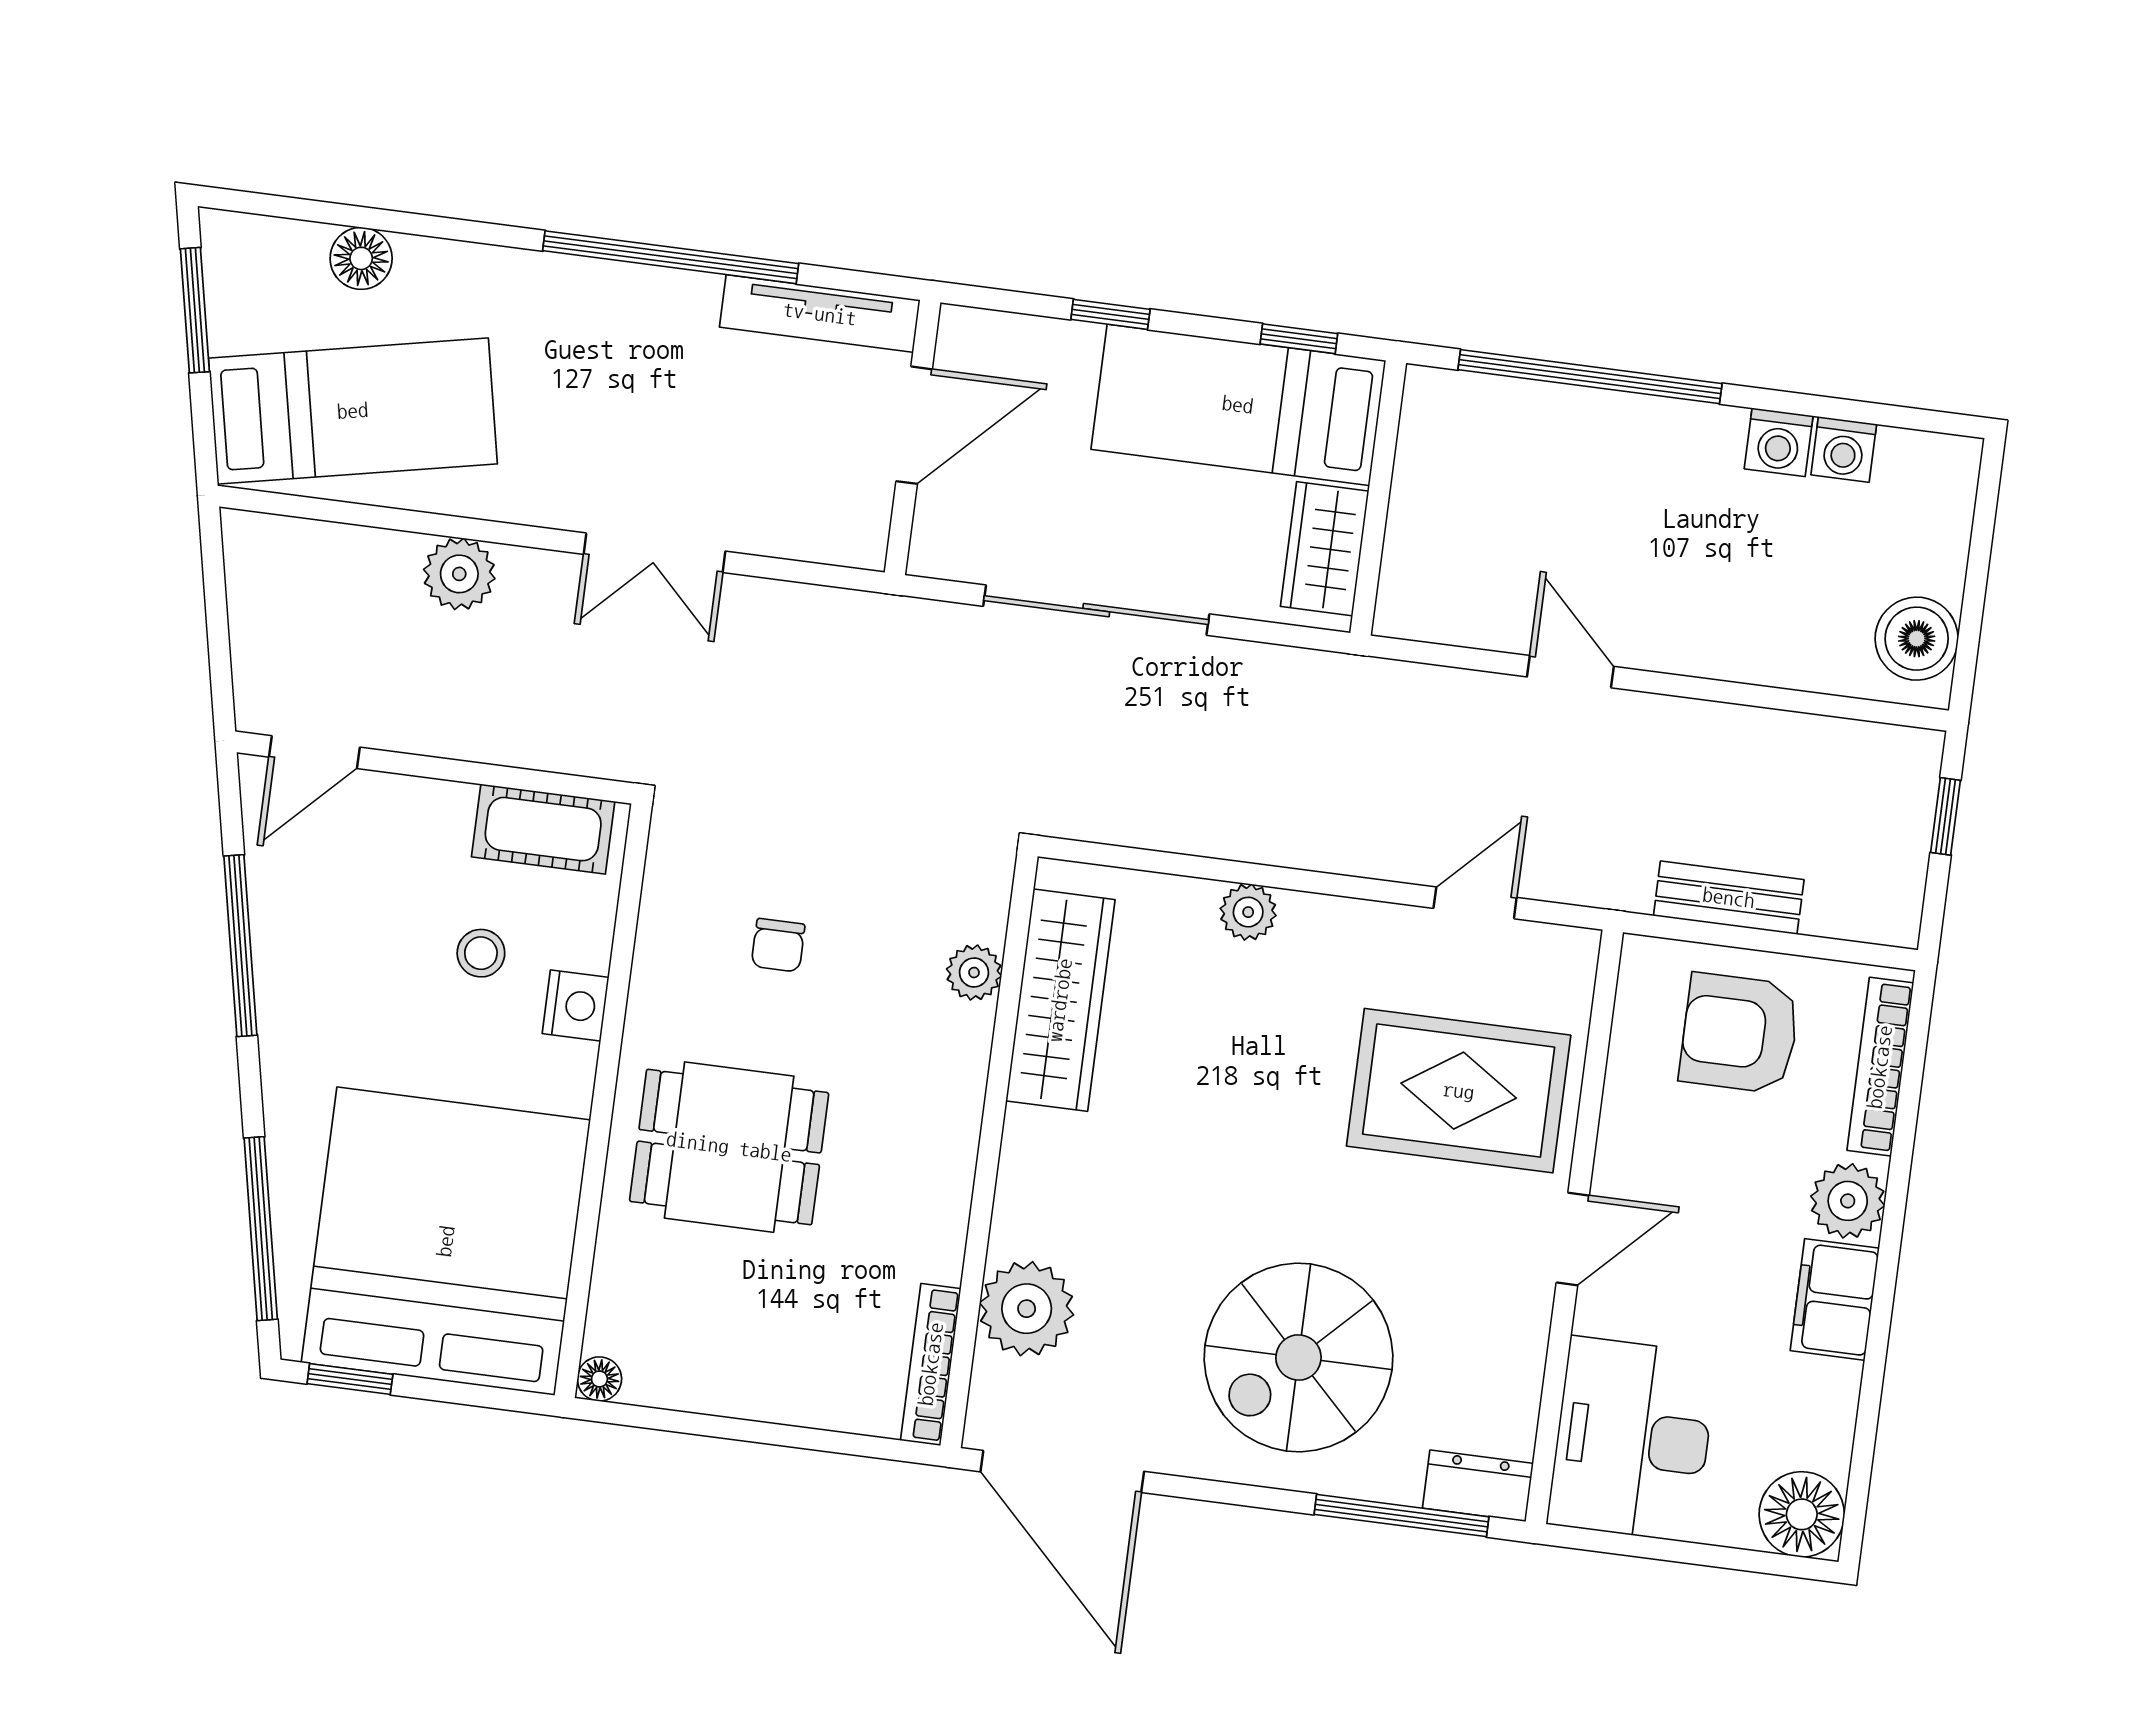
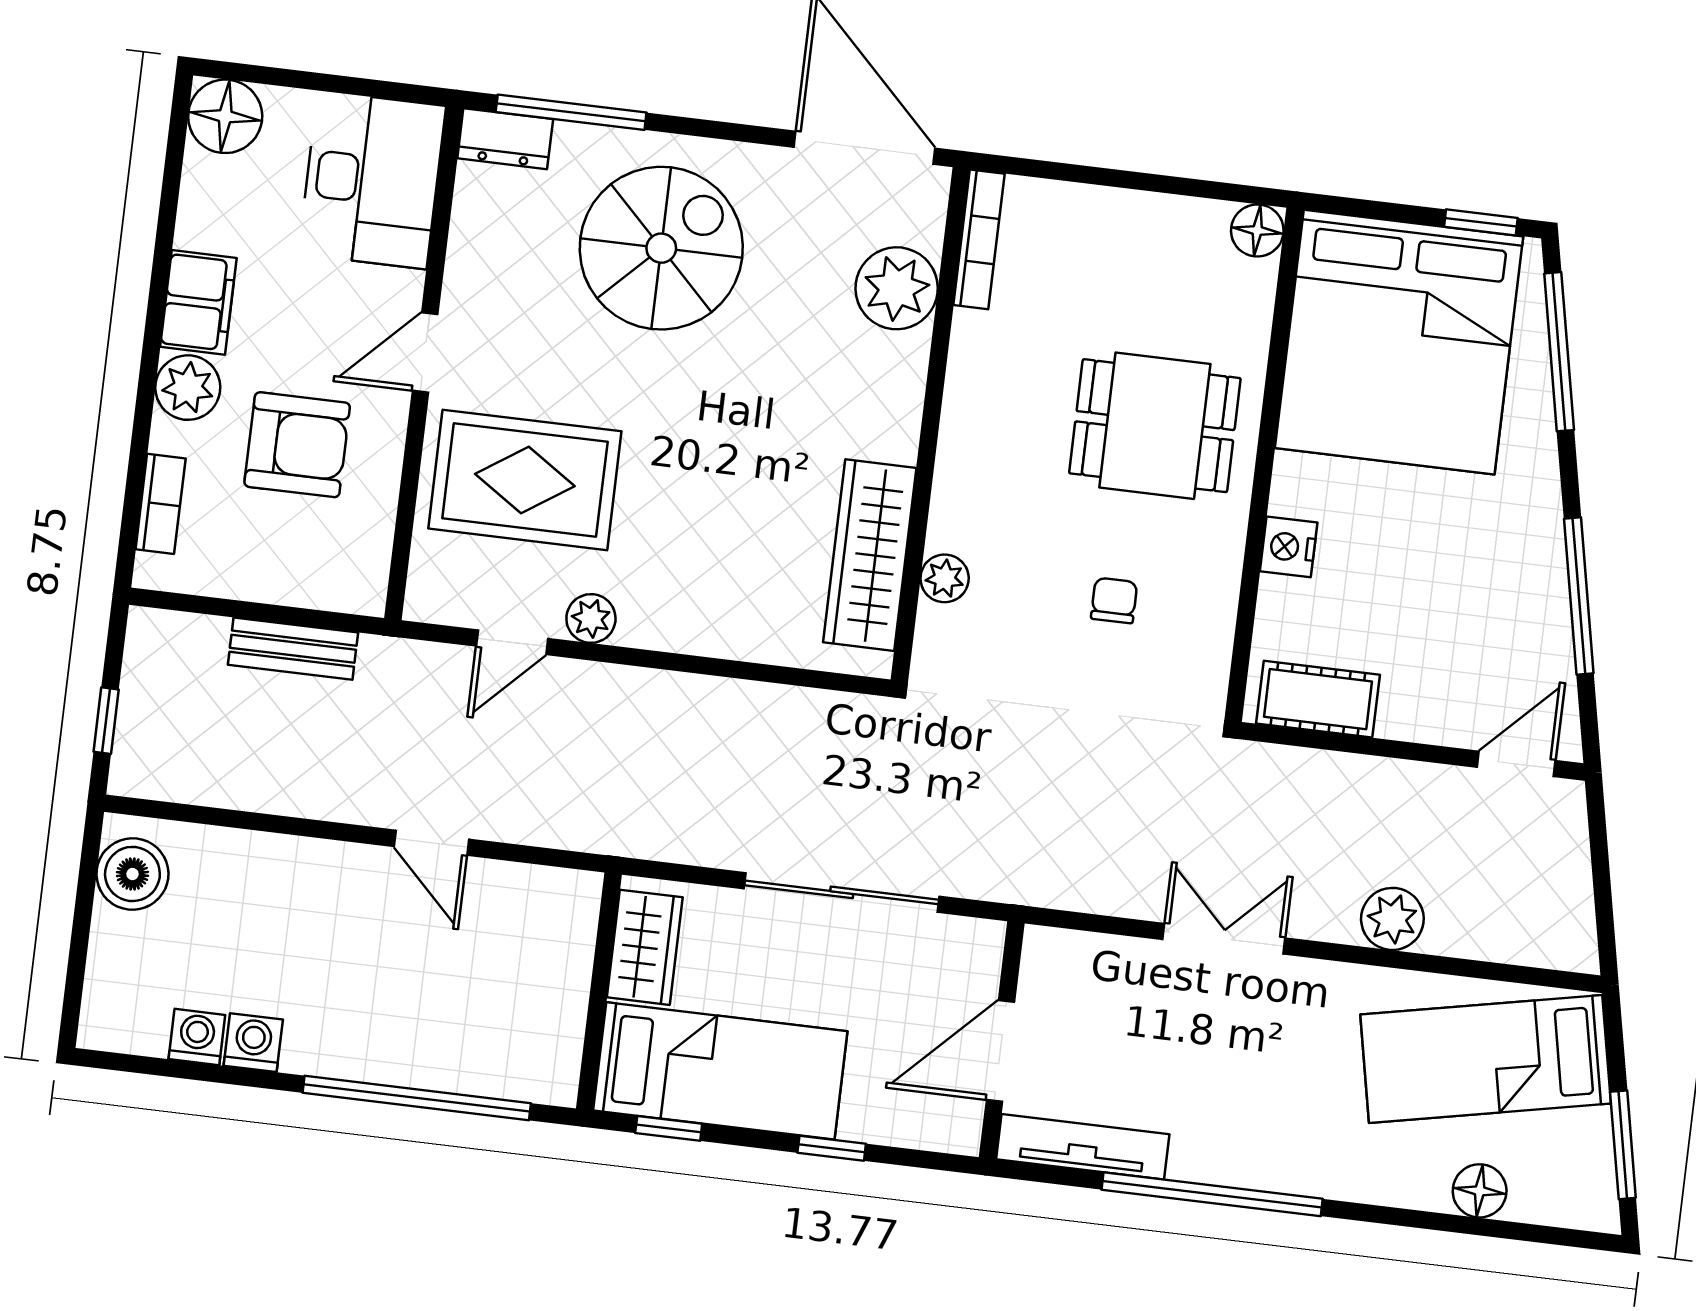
plant: (1248, 912) -> (591, 618), moved
stool: (481, 953) -> (1371, 591), removed
armchair: (1739, 1033) -> (297, 445), moved
bookcase: (1880, 1067) -> (161, 504), width x0.64
floor lamp: (599, 1379) -> (1257, 230), width x1.37, depth x1.37

